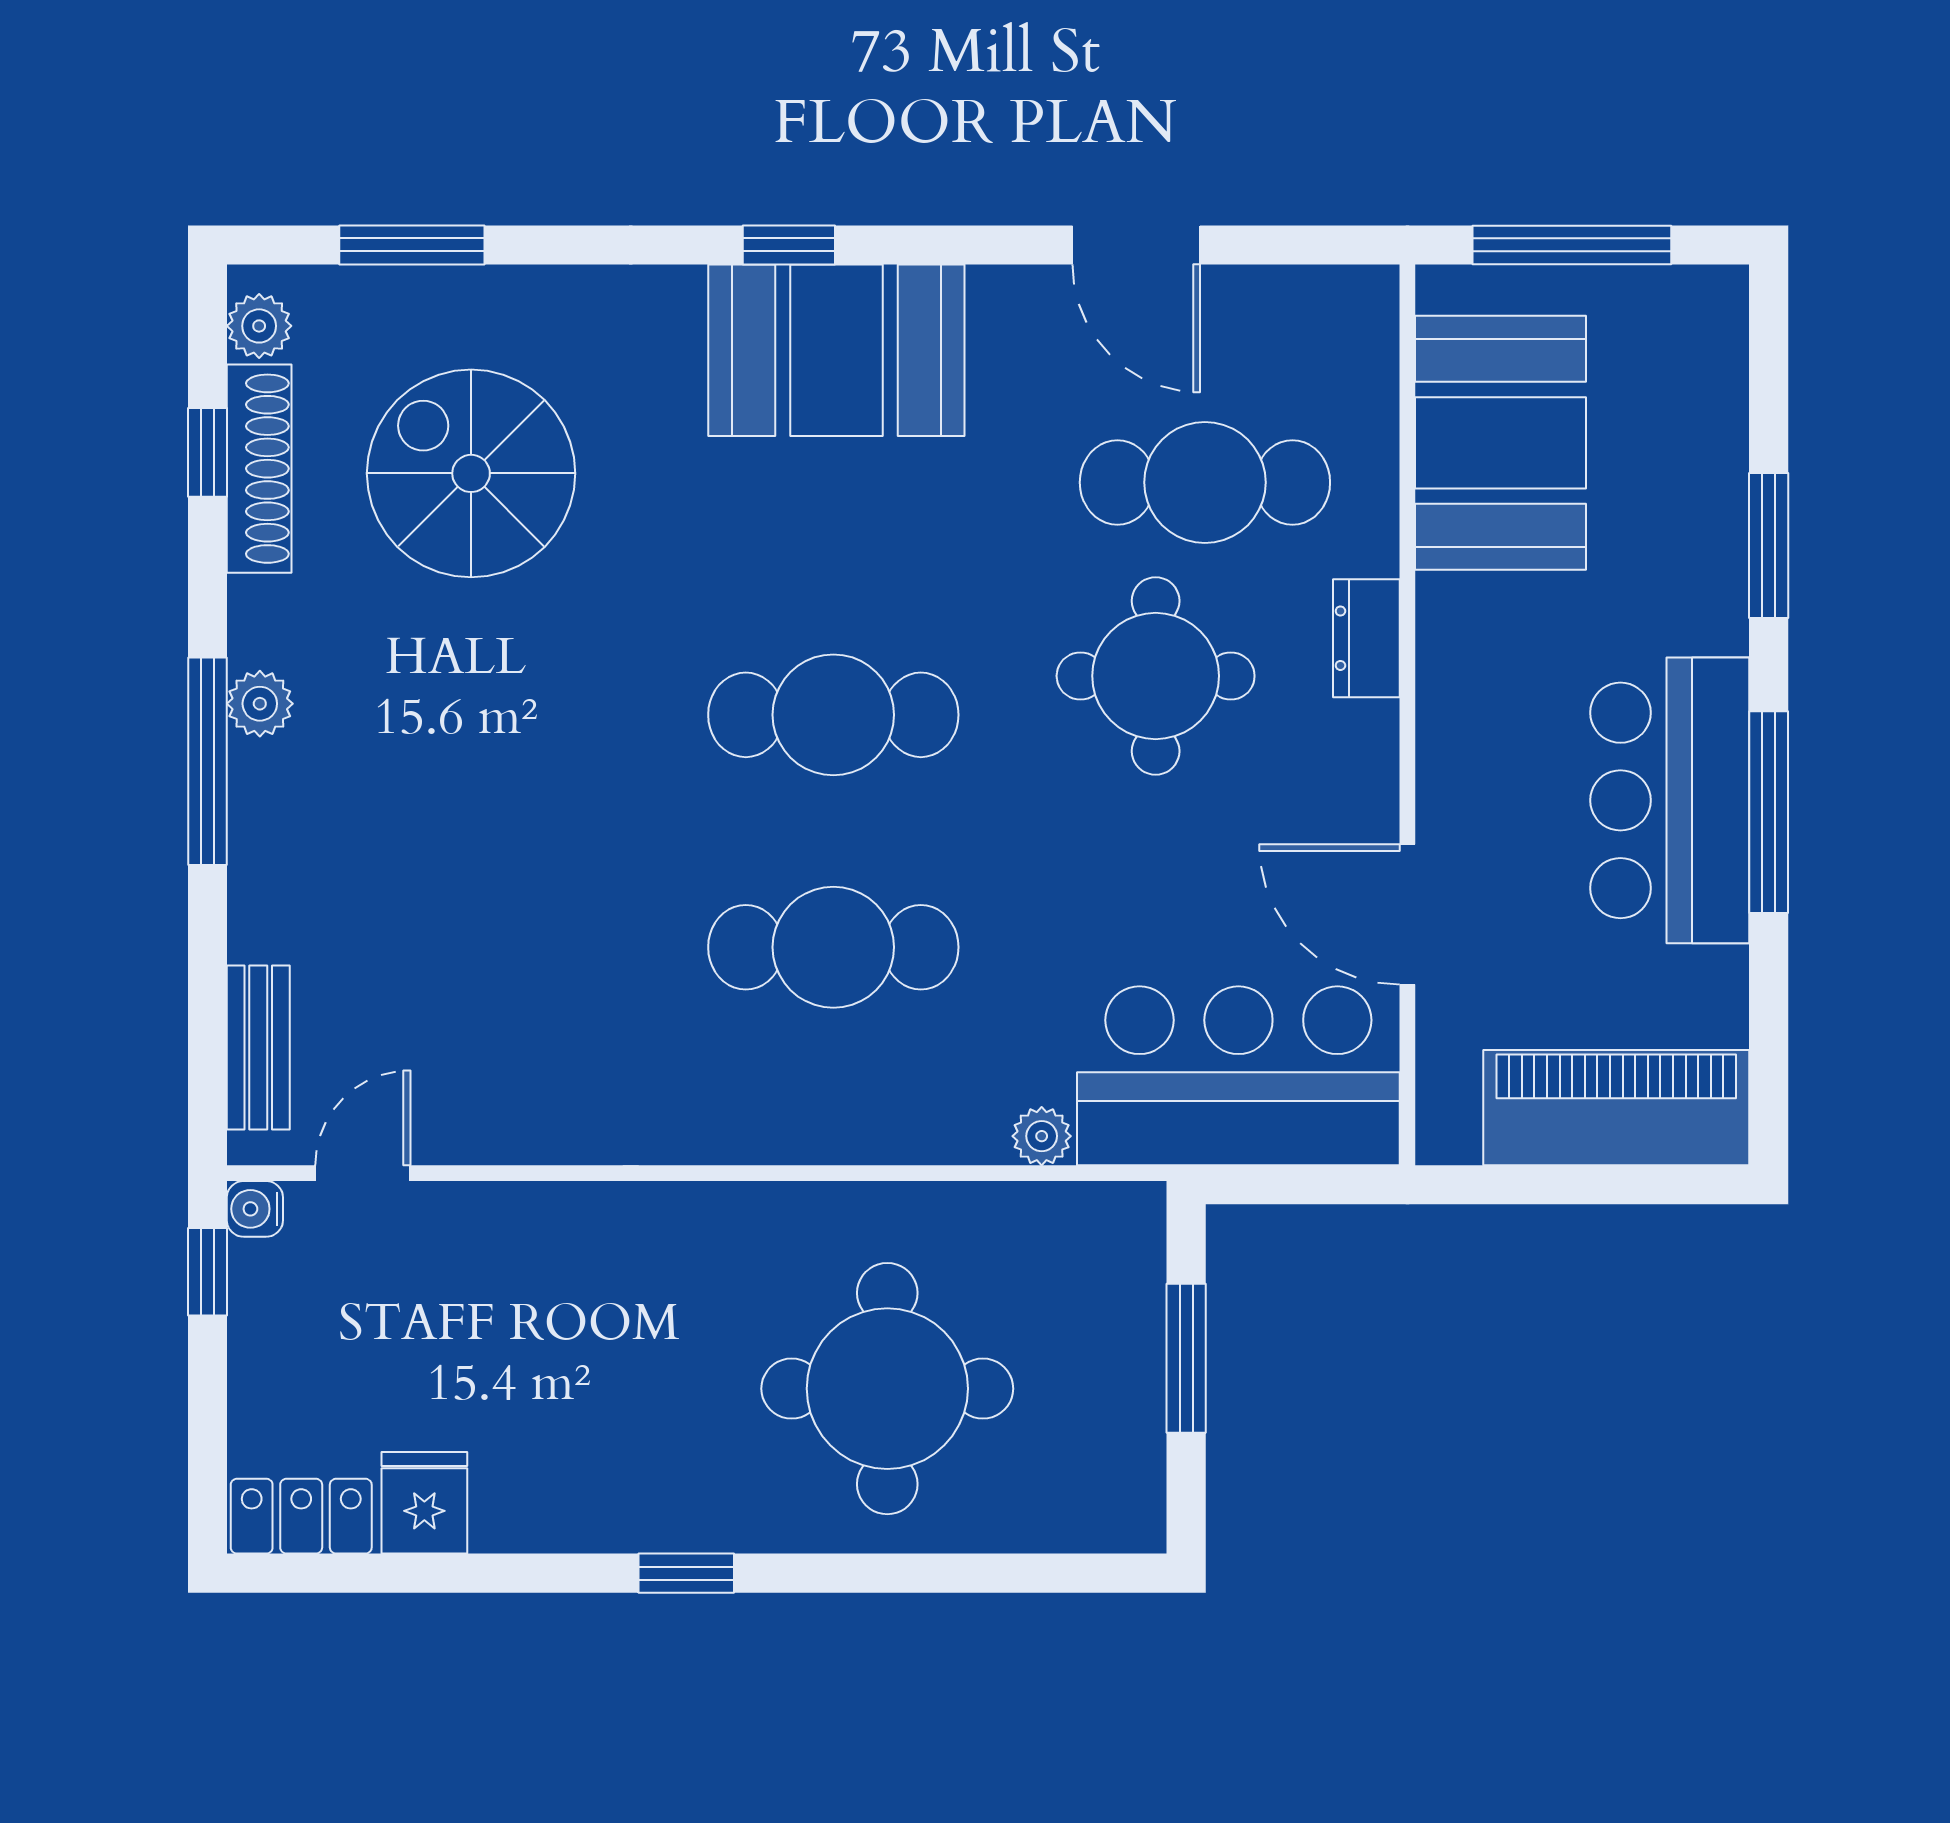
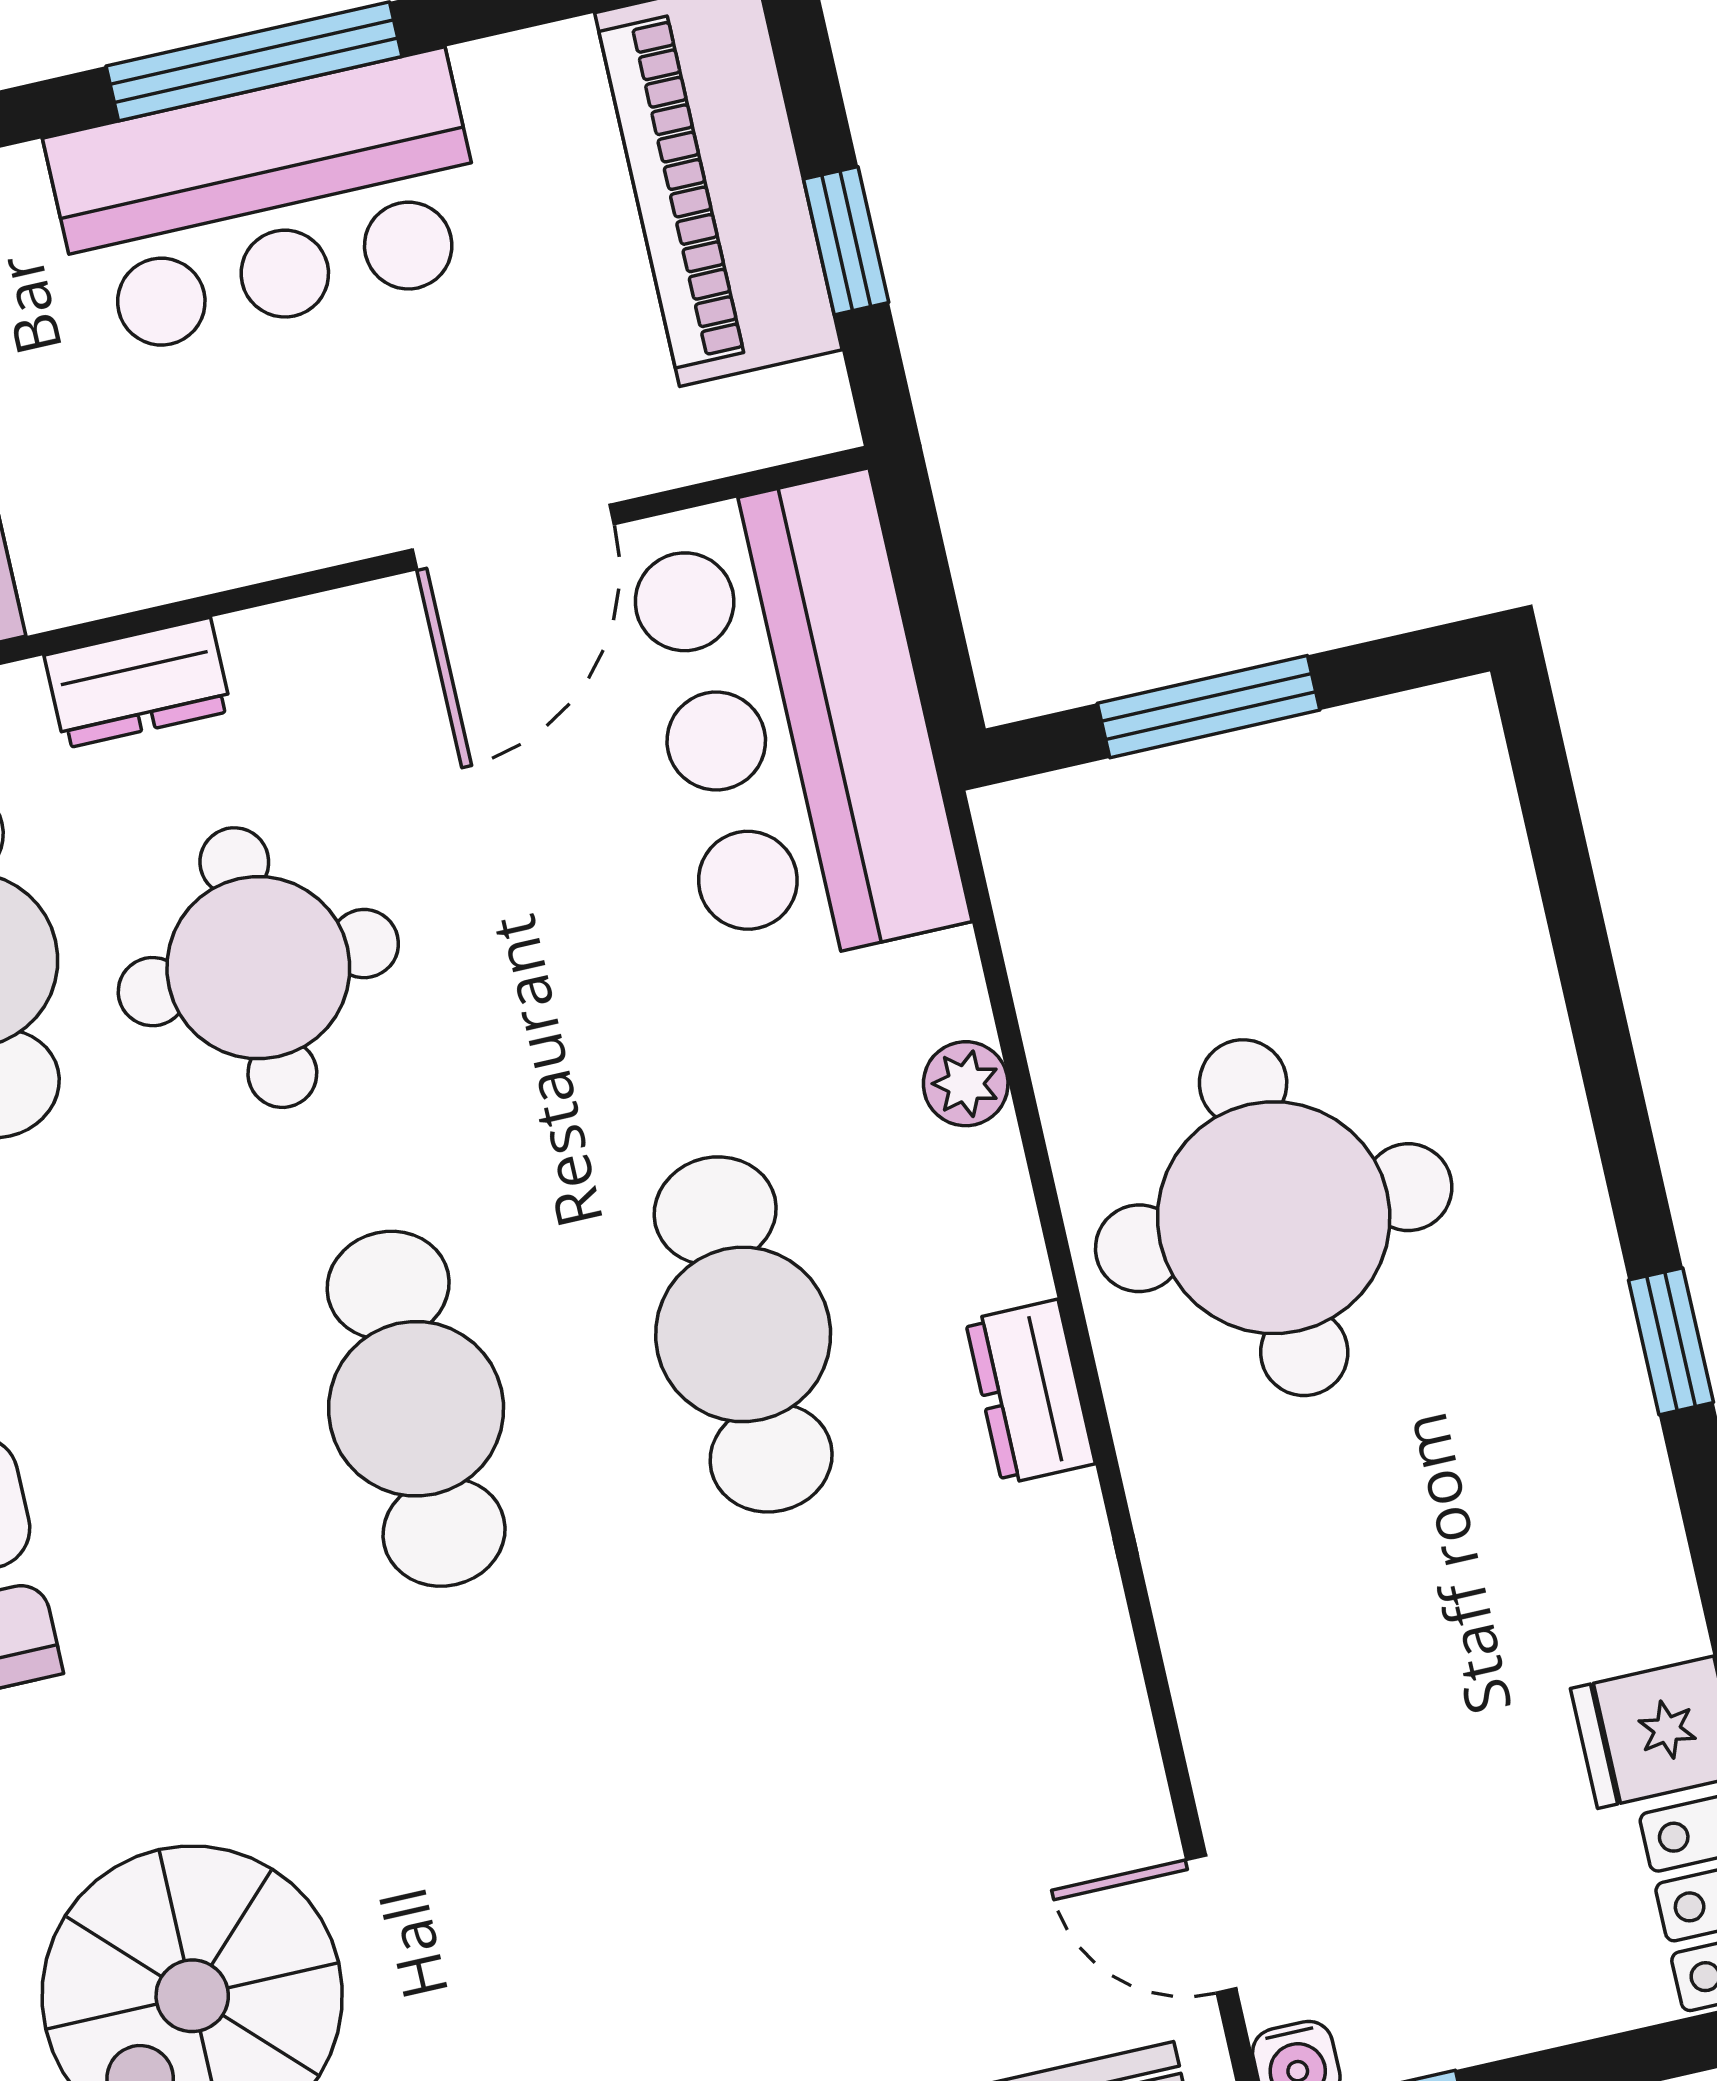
dresser: (750, 1132) -> (1030, 1392), added
plant: (1042, 1136) -> (966, 1084), moved
window: (1556, 1185) -> (846, 241), added
round table: (887, 1389) -> (1274, 1218), moved

